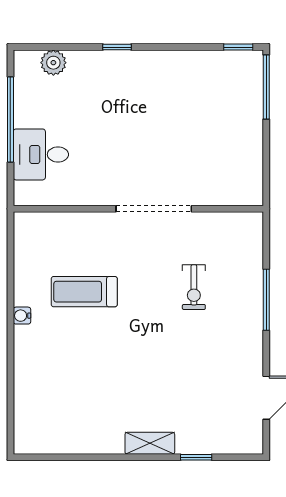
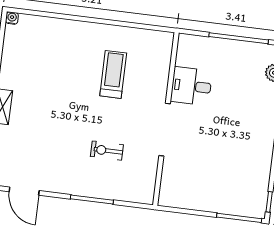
desk: (41, 154) -> (191, 86), moved, turned -90
water cooler: (22, 316) -> (12, 18), moved

